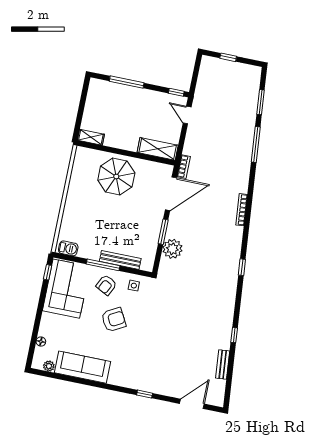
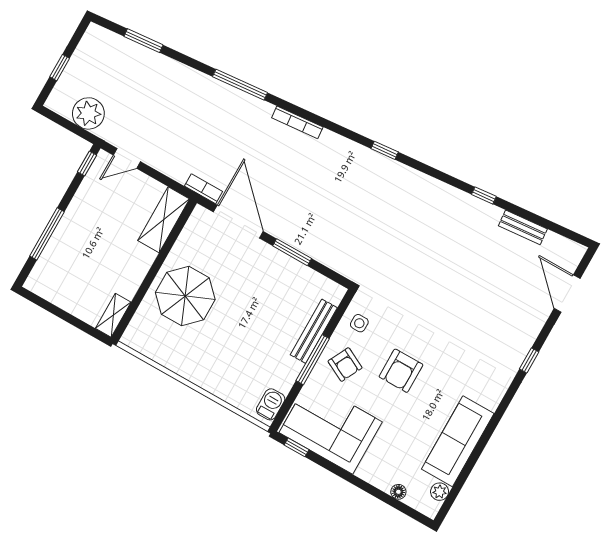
window: (256, 144) -> (240, 85), moved
plant: (172, 249) -> (88, 113), moved
armchair: (114, 320) -> (401, 371), turned -151

